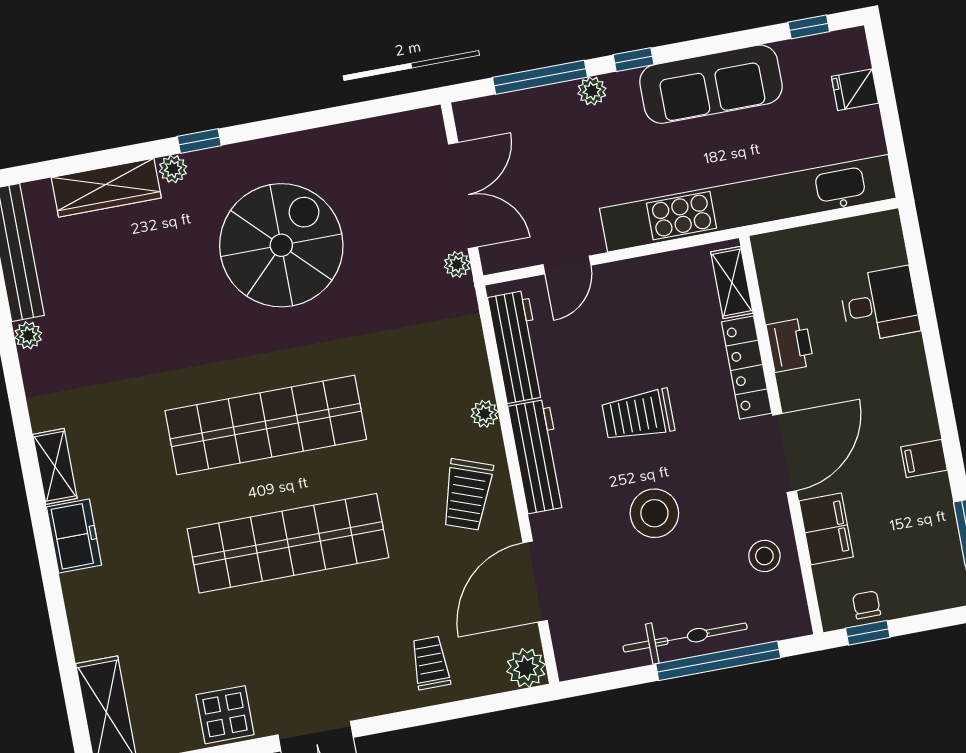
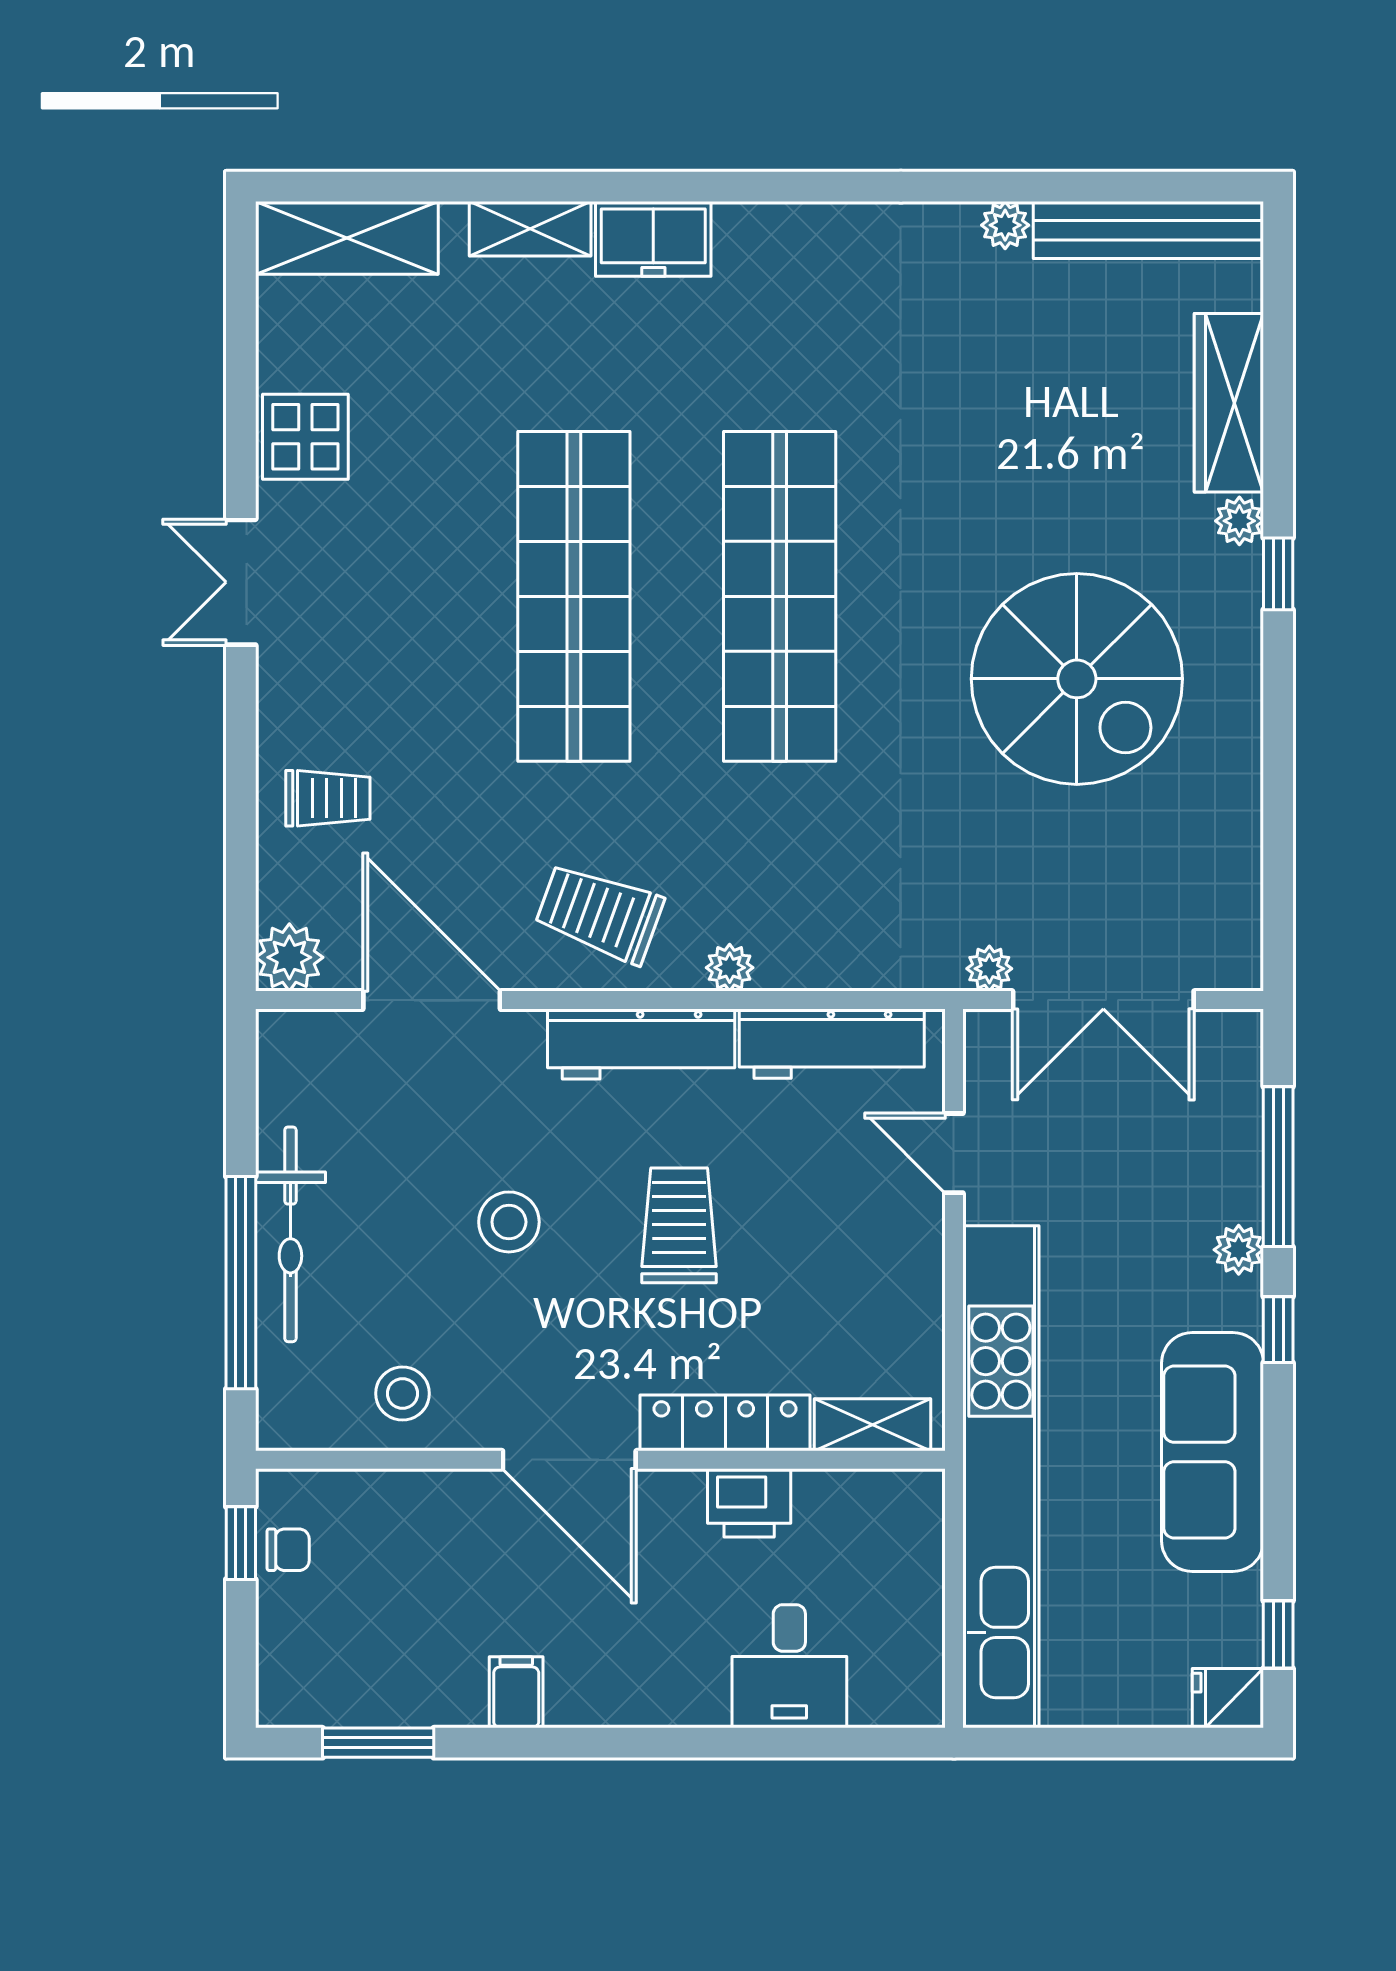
fridge: (855, 90) -> (1228, 1698), moved, turned -90
shelving: (55, 466) -> (530, 229), moved
stool: (654, 513) -> (509, 1222), width x0.73, depth x0.73
filing cabinet: (826, 529) -> (429, 1506), removed

